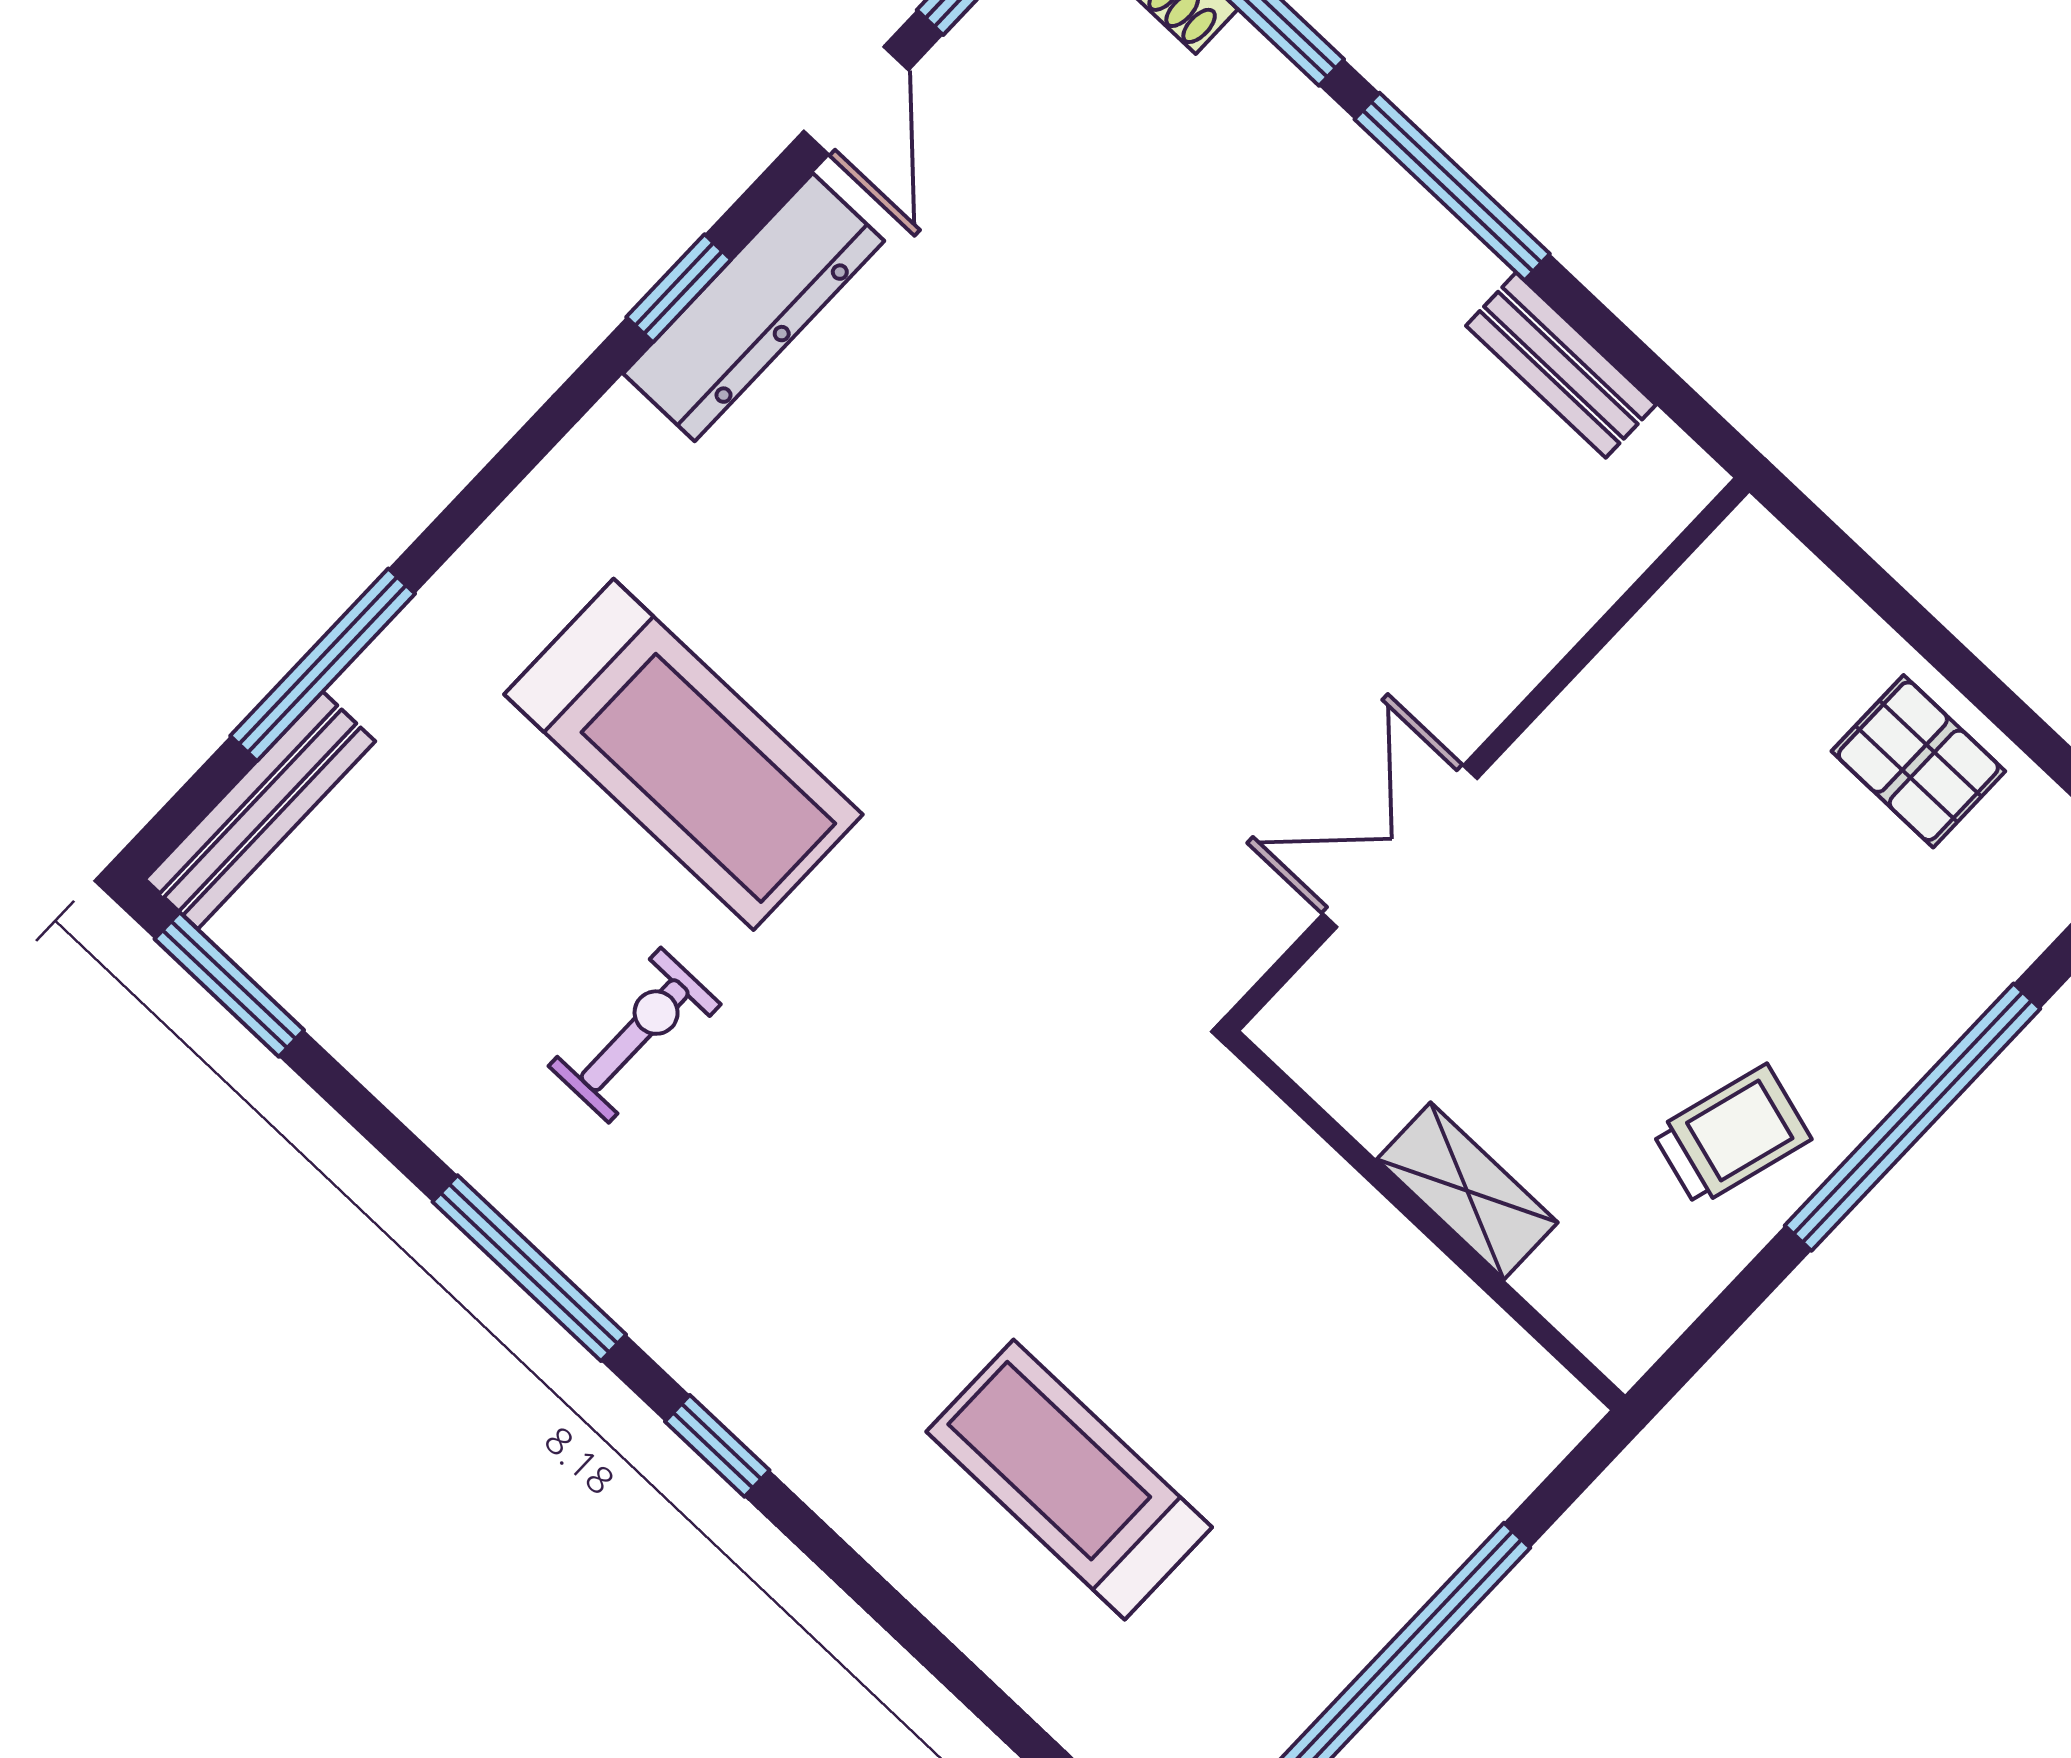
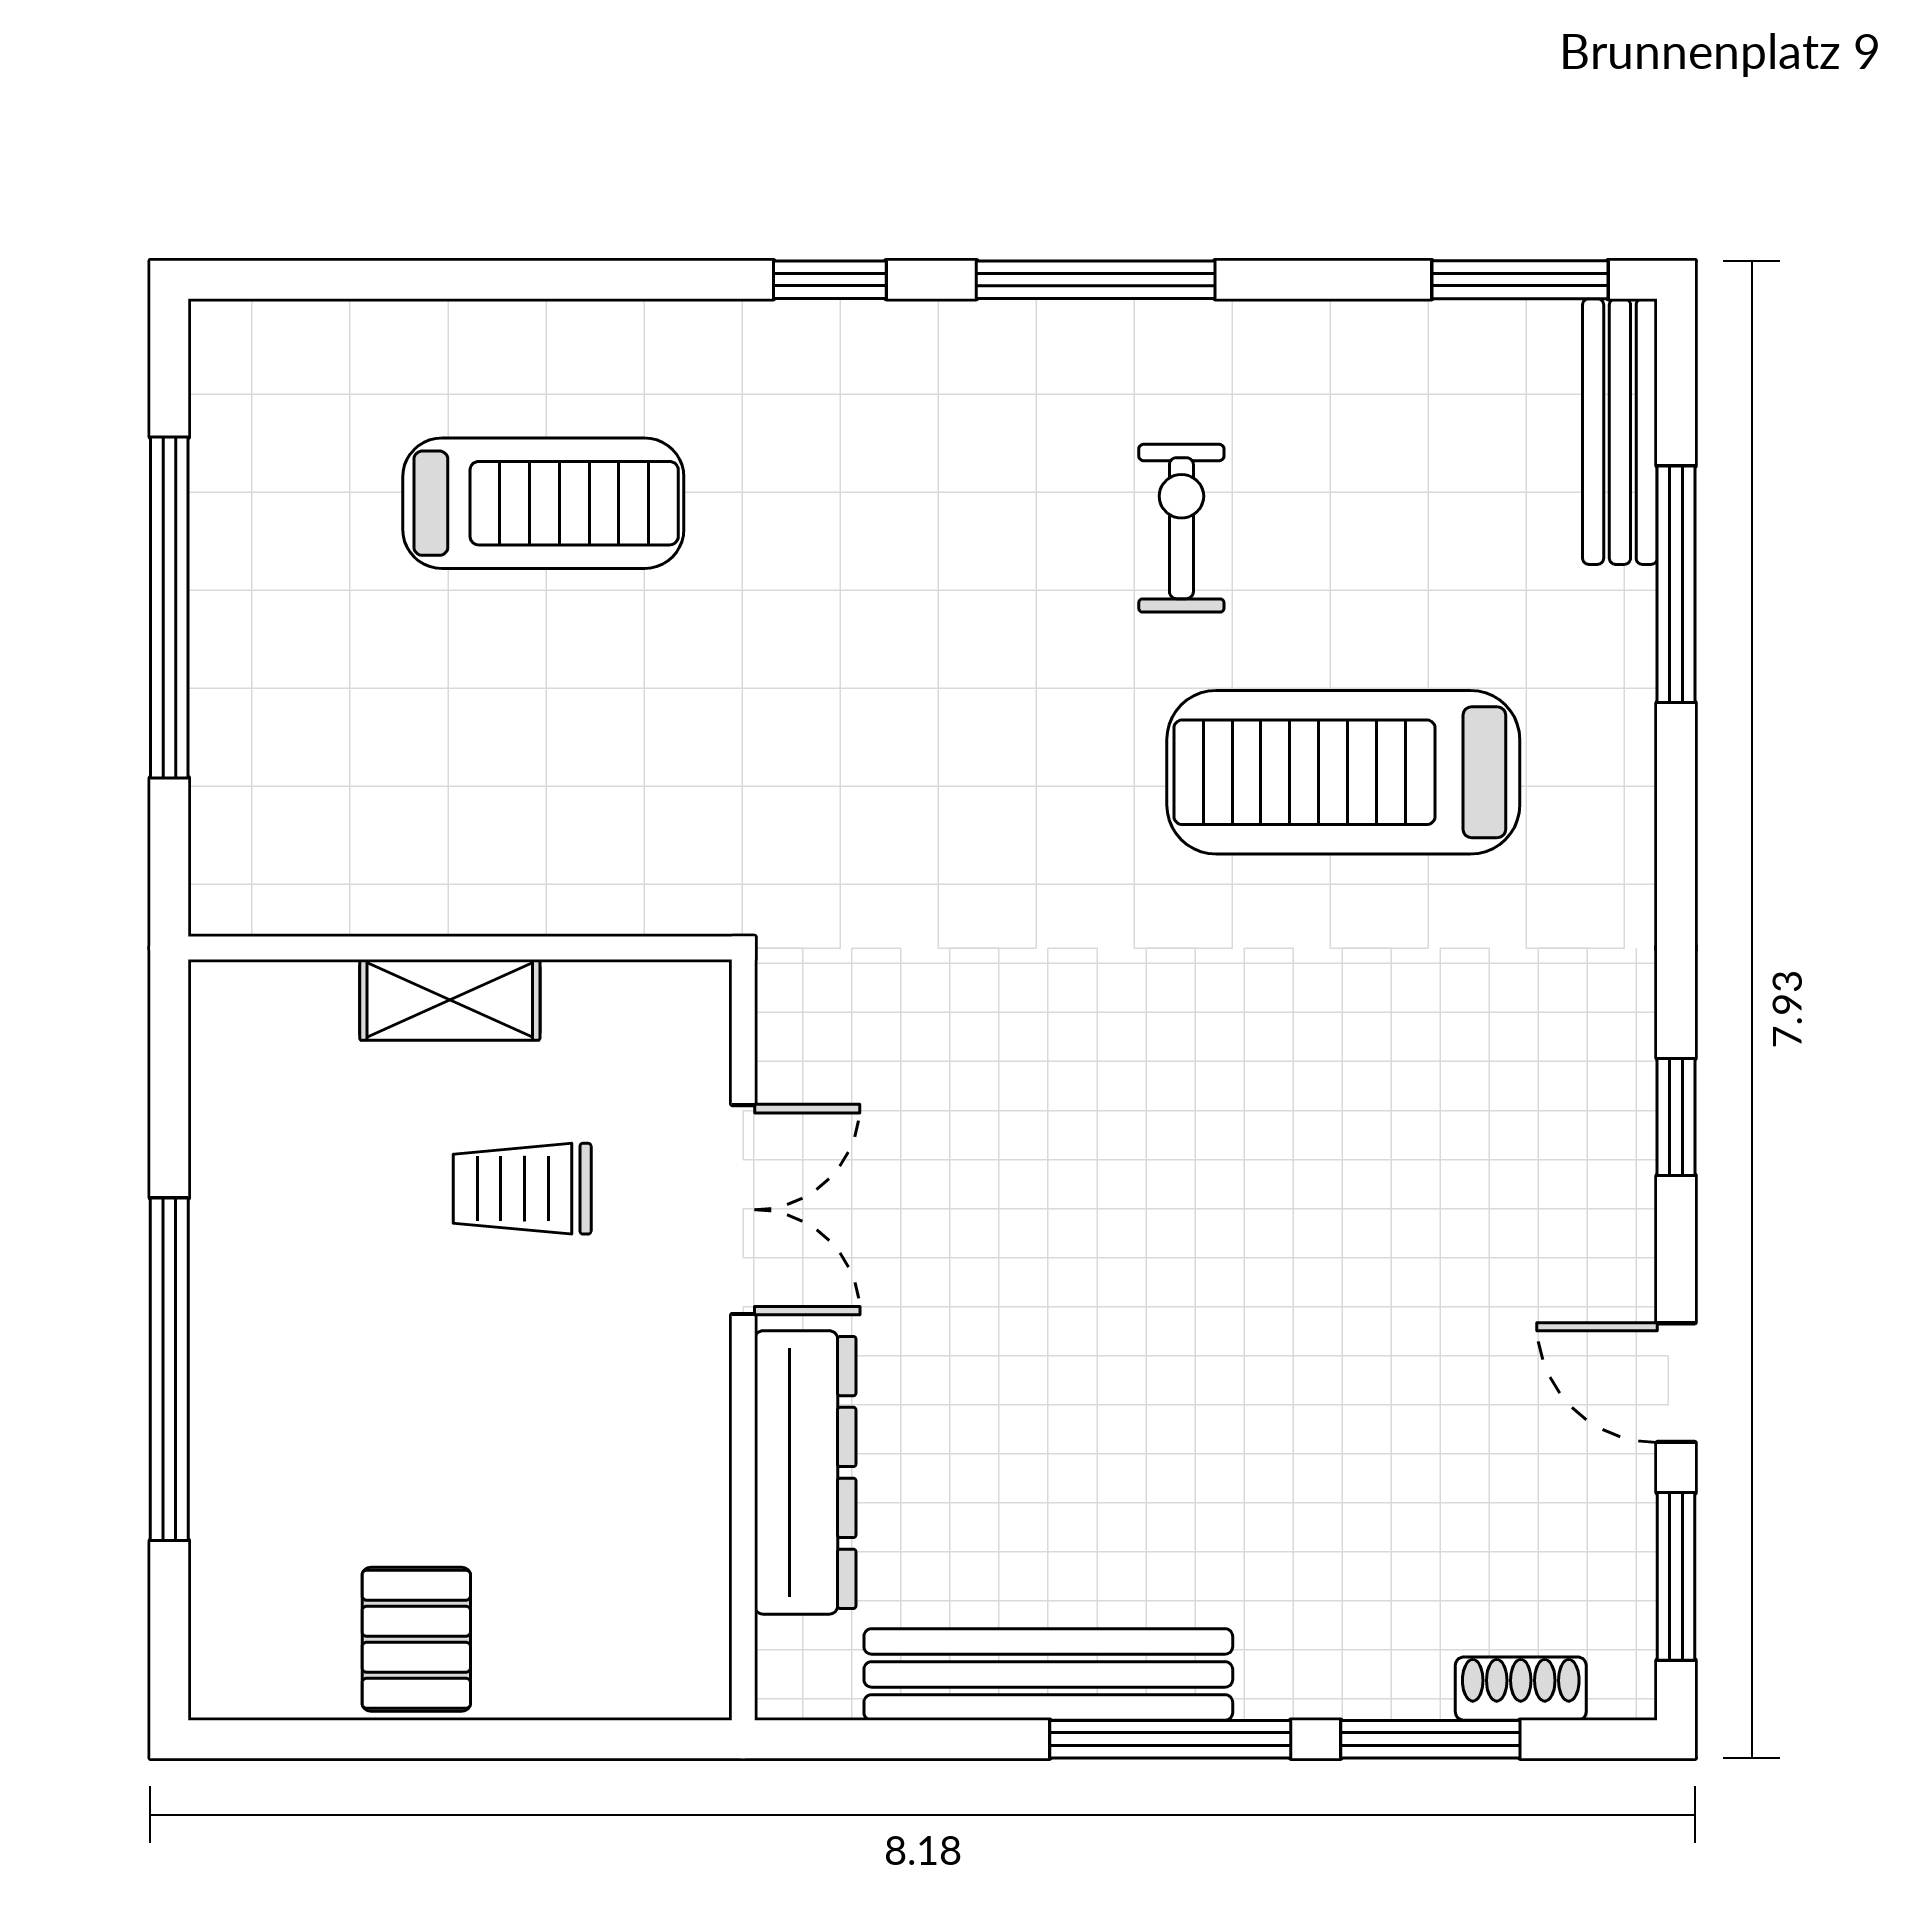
dresser: (754, 307) -> (805, 1472), moved, turned 180
bench: (1561, 365) -> (1048, 1674), width x1.86, depth x1.21
pallet: (1918, 761) -> (416, 1639), turned 90
exercise bike: (635, 1035) -> (1181, 528), turned 180
trolley: (1732, 1135) -> (522, 1189), moved, turned 74

